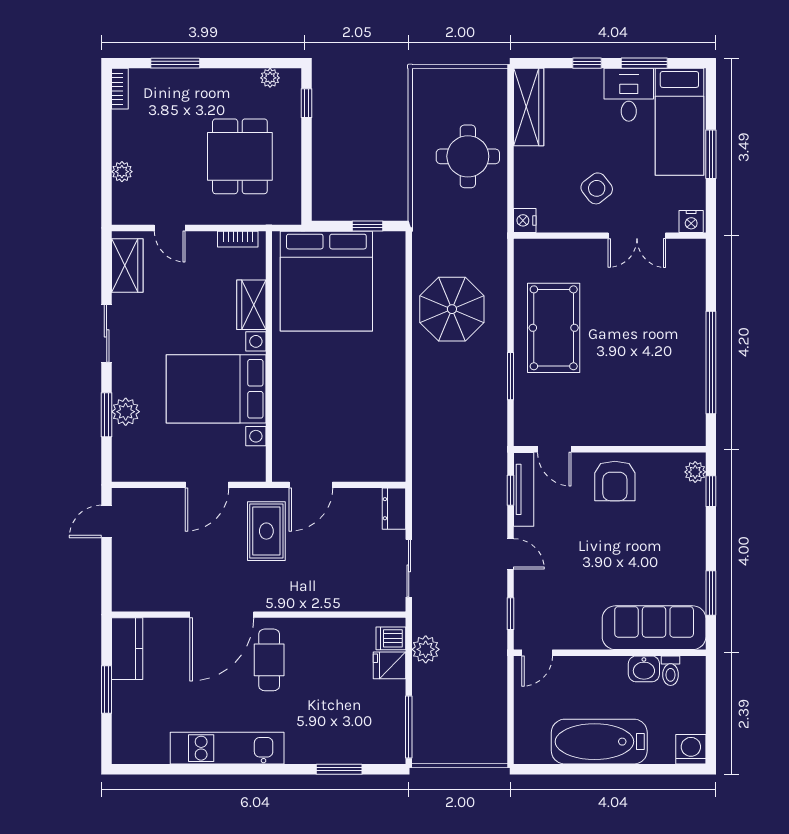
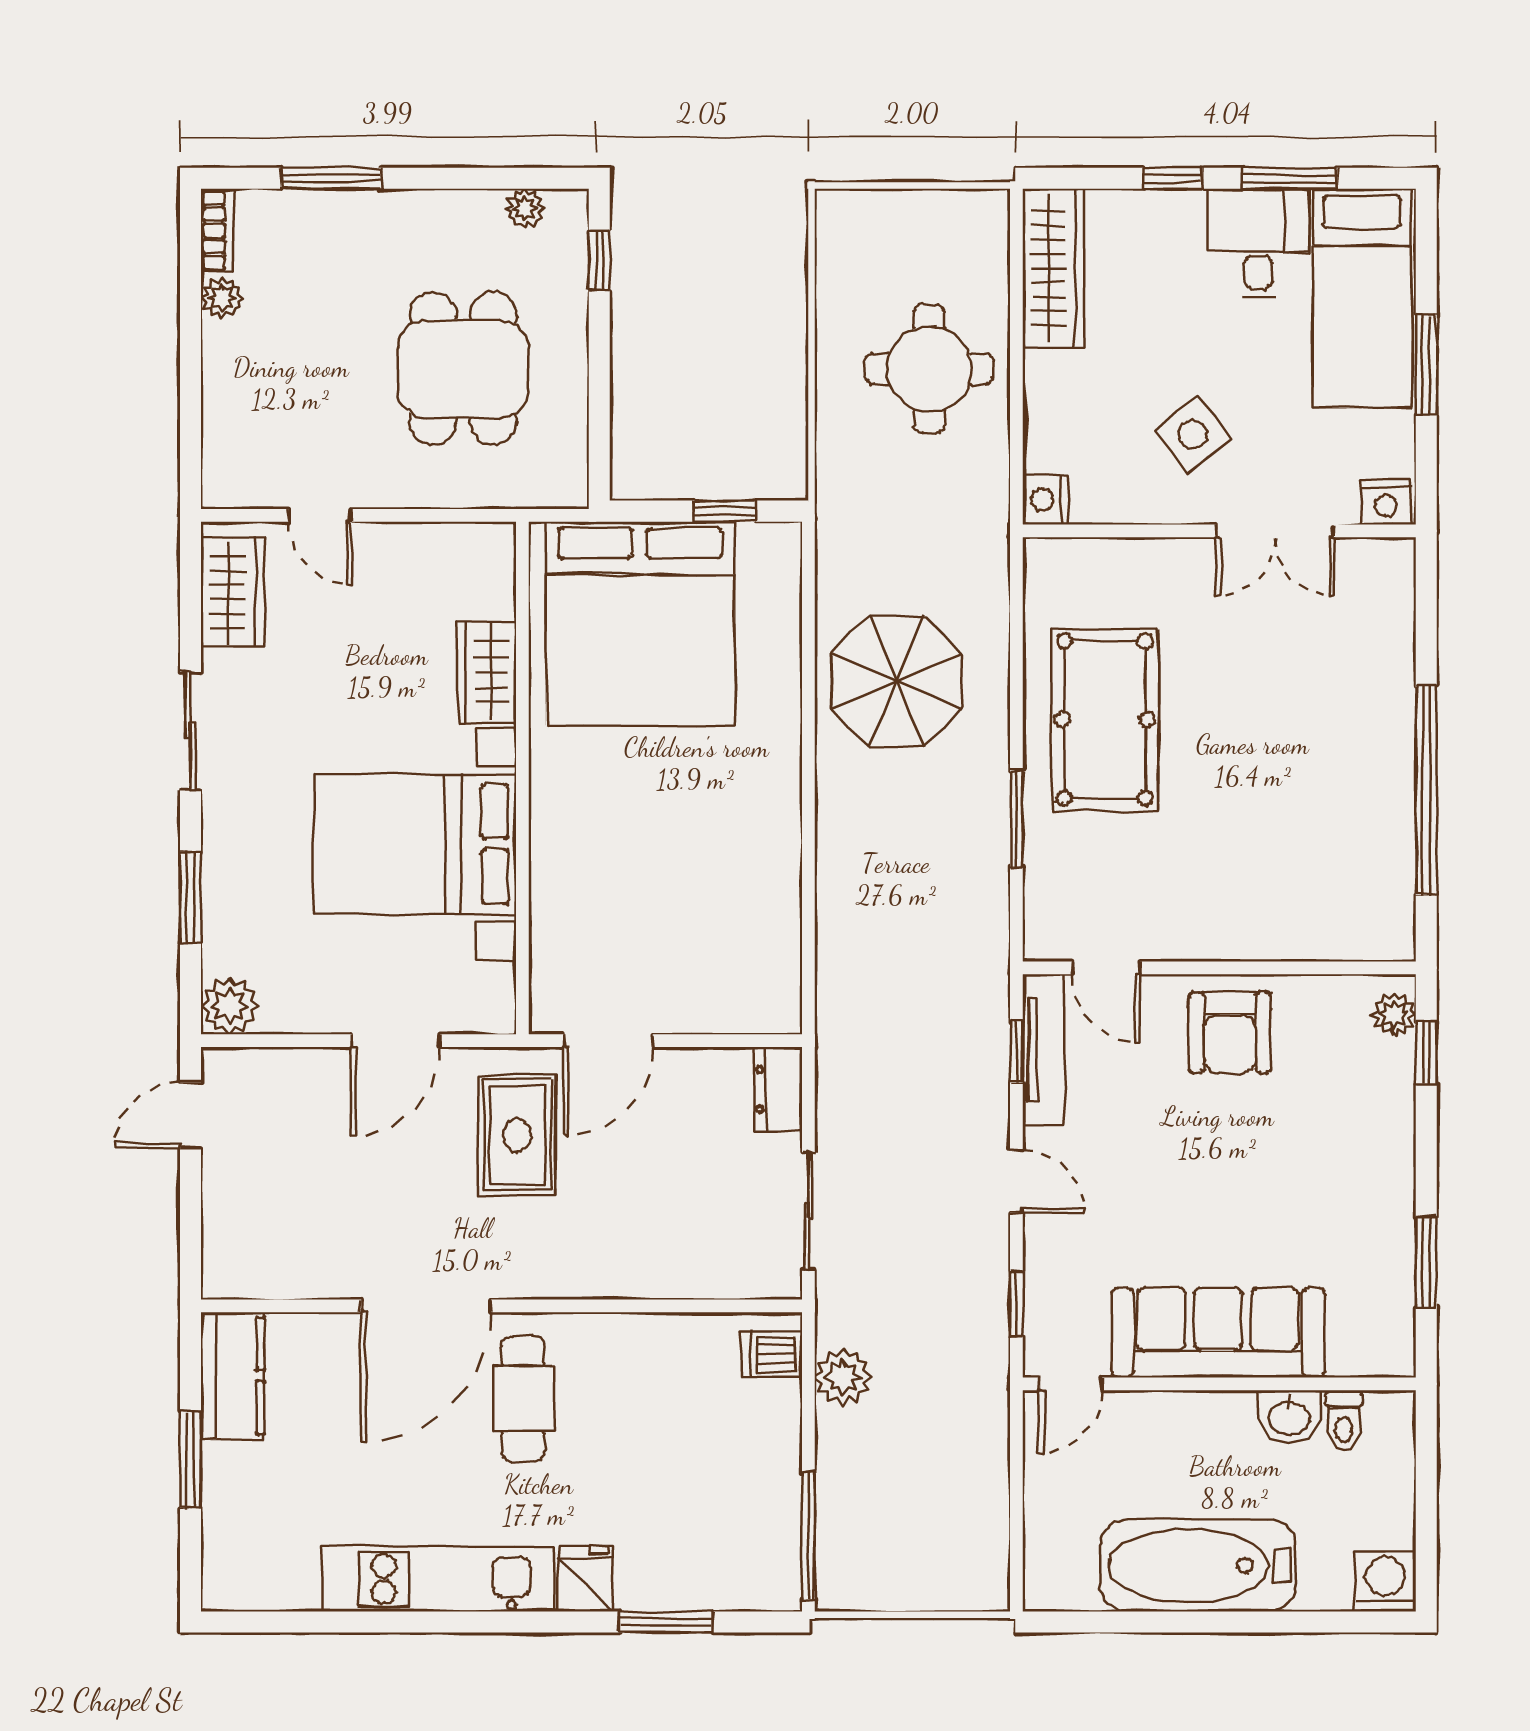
plant: (122, 172) -> (222, 298), moved
bookcase: (238, 239) -> (459, 538), removed
plant: (126, 412) -> (229, 1006), moved
sofa: (654, 628) -> (1218, 1333), moved
fridge: (390, 665) -> (585, 1579), moved, turned 90

